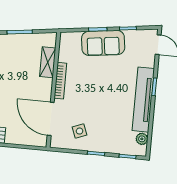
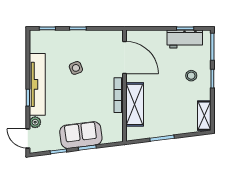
shelving: (48, 62) -> (135, 104), width x1.50, depth x1.33
side table: (80, 131) -> (76, 68), moved
plant: (142, 139) -> (35, 122), moved

